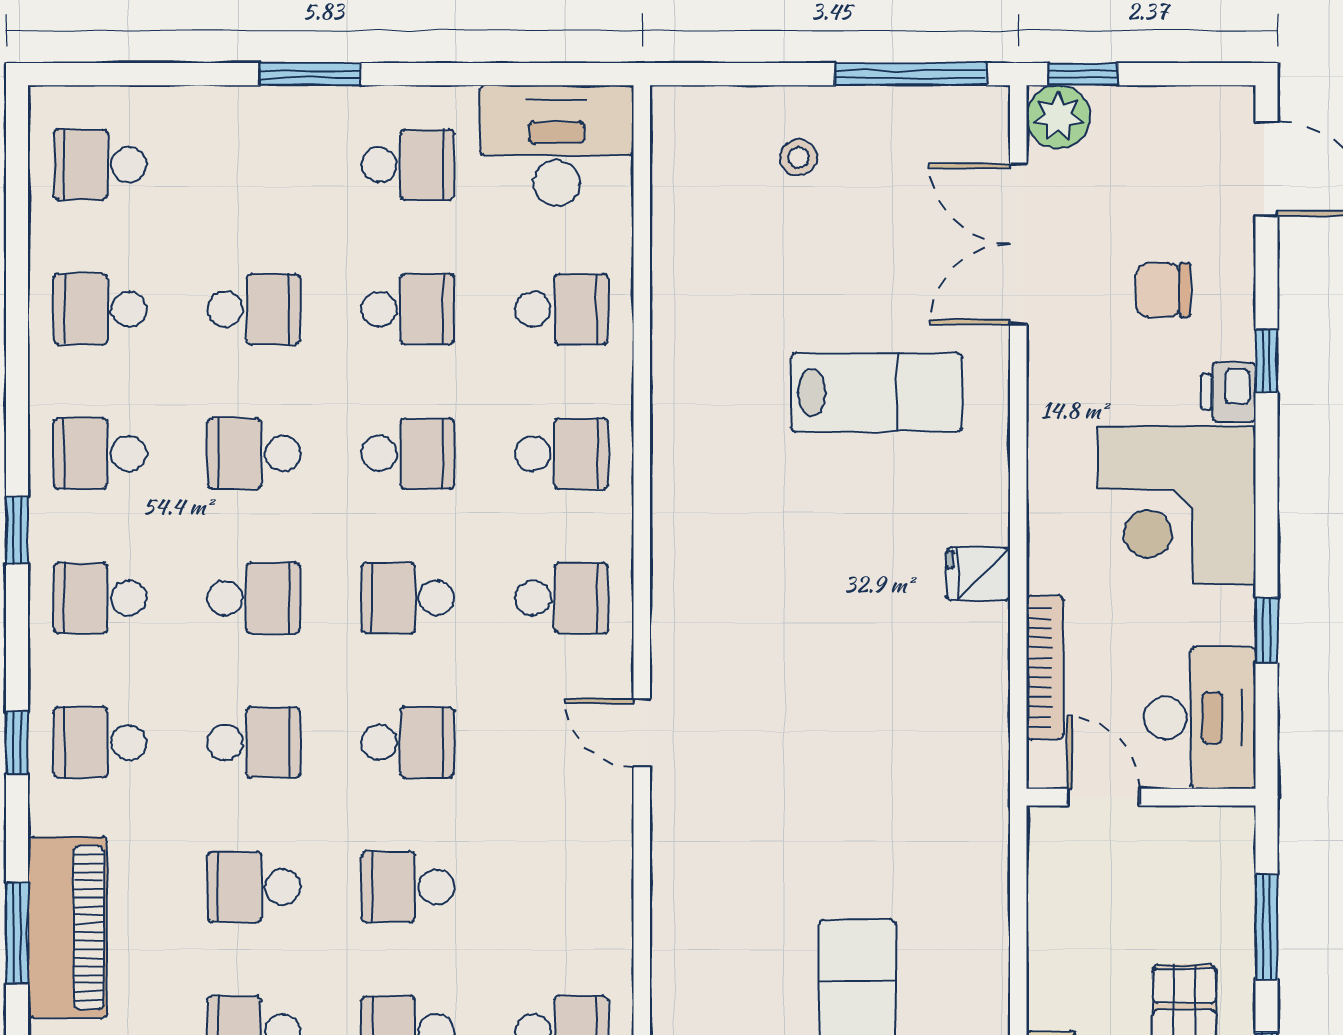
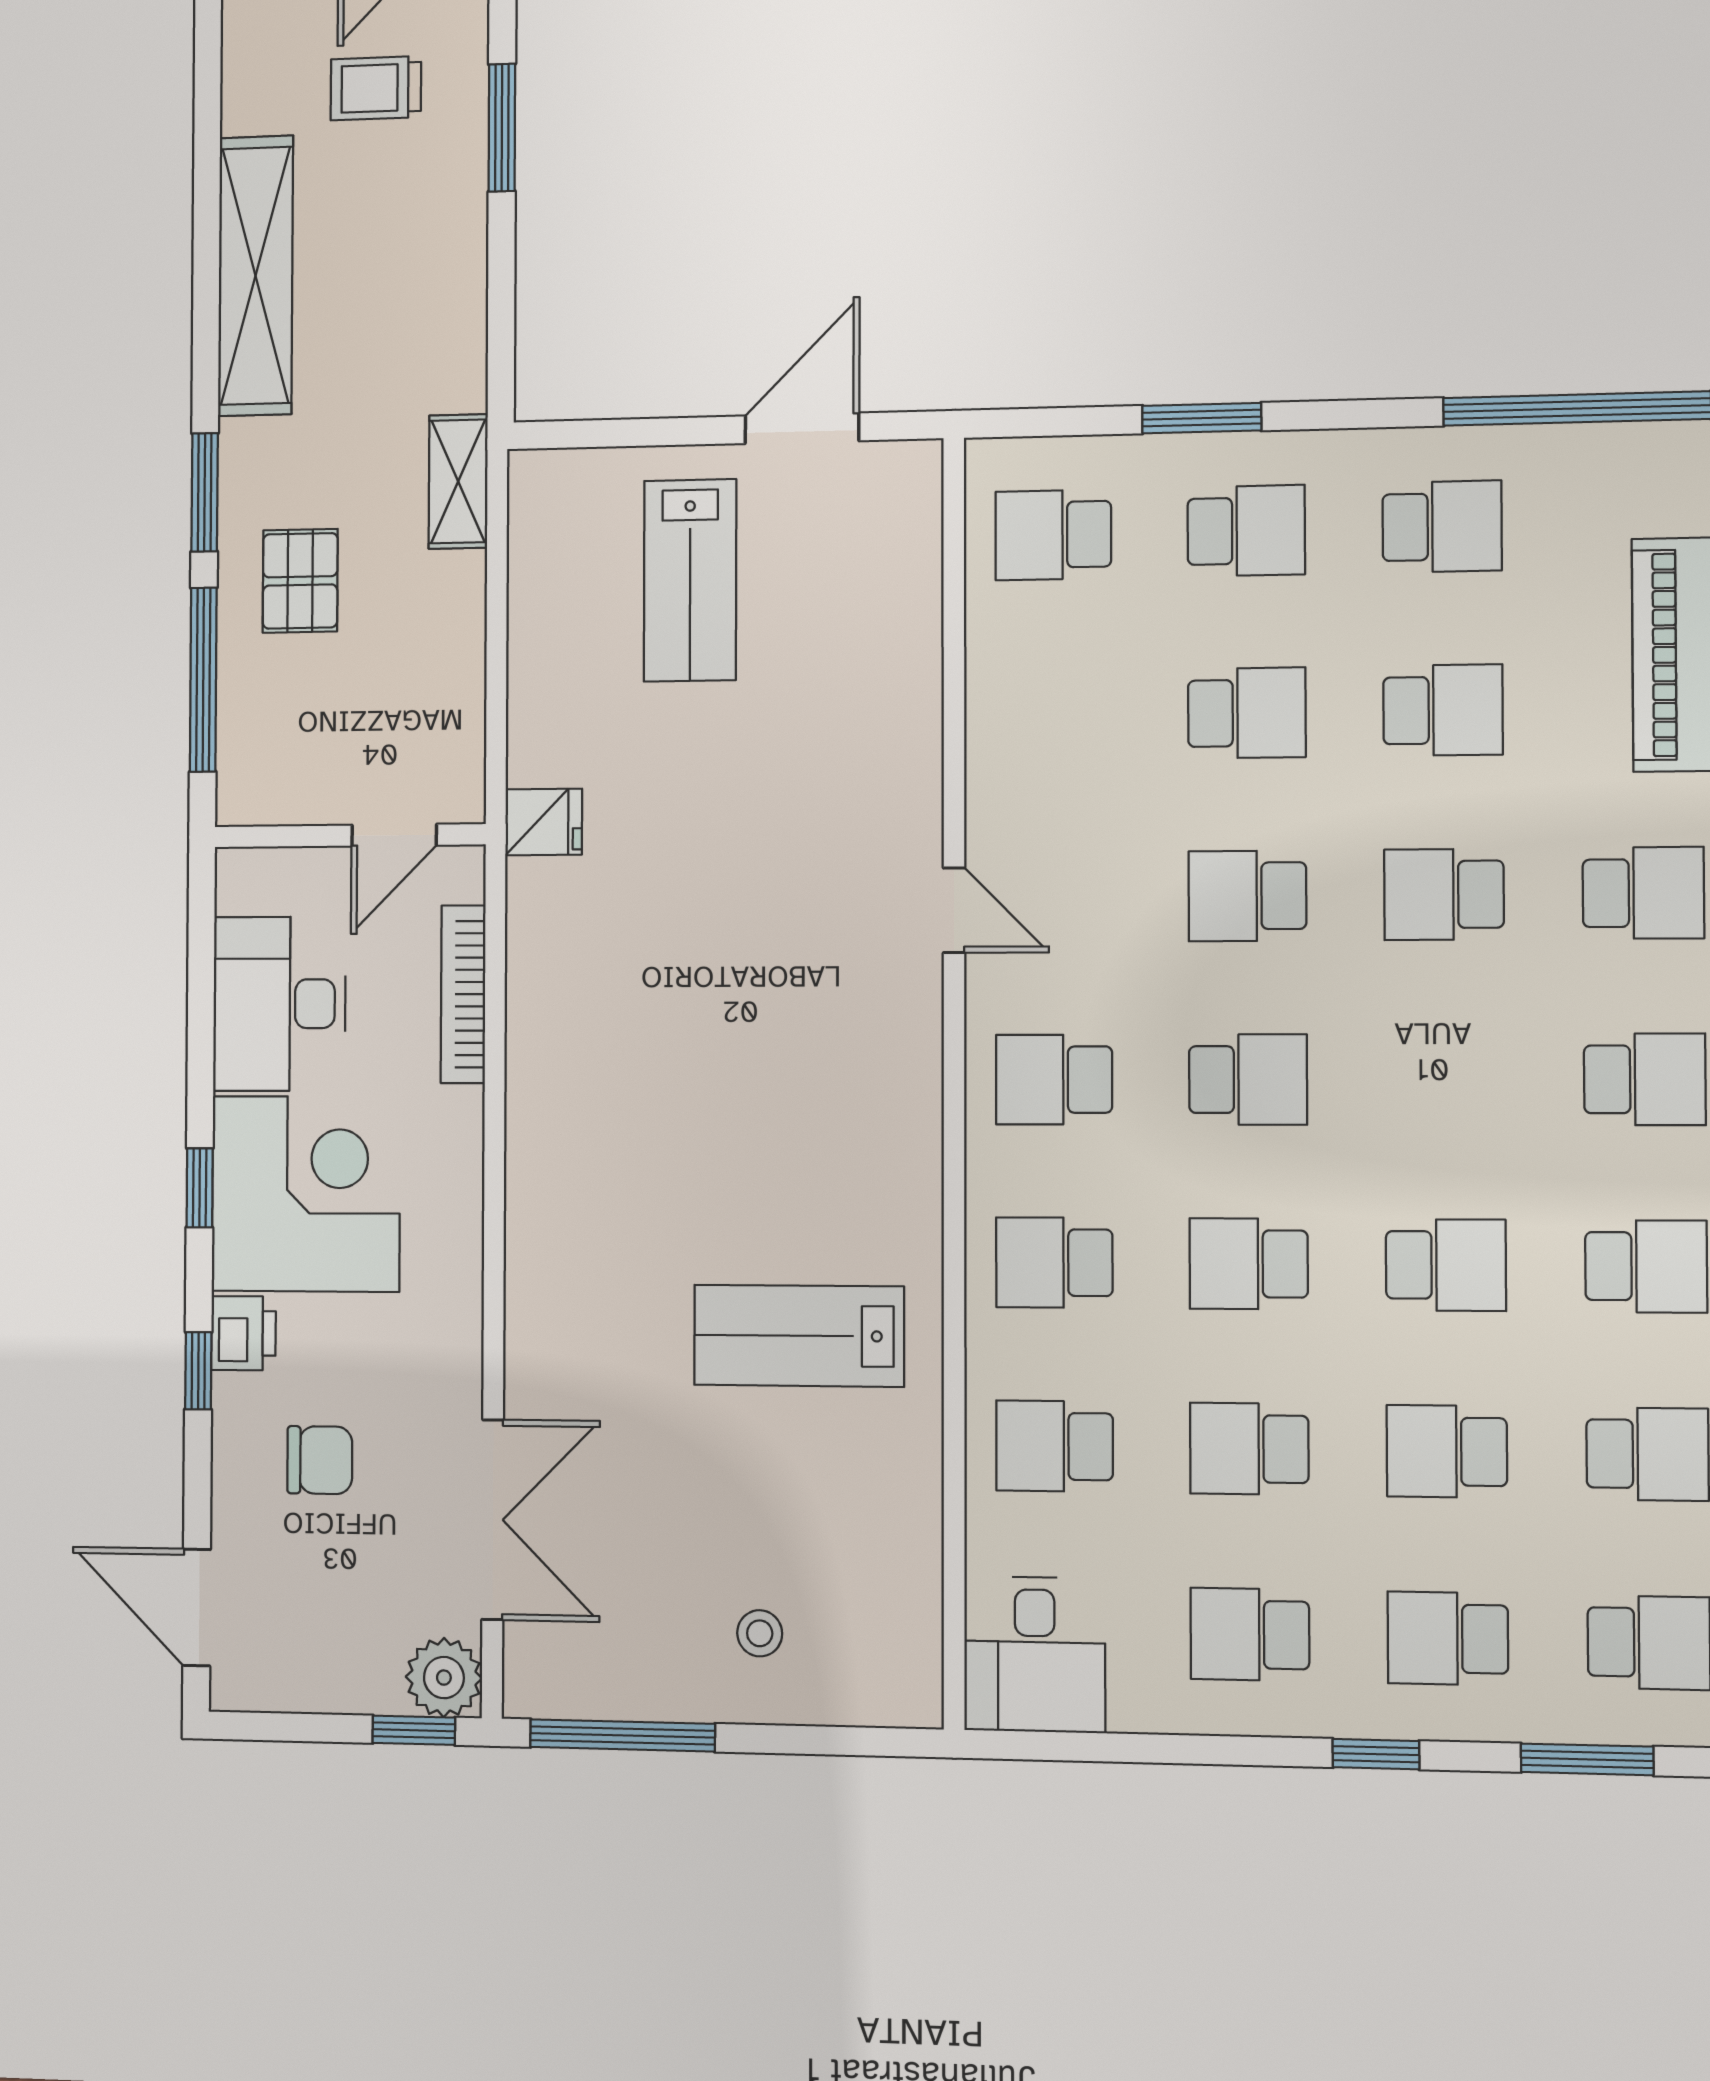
window: (148, 74) -> (1587, 1759), added
window: (310, 74) -> (1376, 1754), width x0.67
desk: (557, 145) -> (1035, 1654), width x0.73
lab bench: (877, 392) -> (799, 1336), moved
fridge: (978, 574) -> (544, 822), moved
school desk: (254, 598) -> (1448, 1638), moved
window: (1267, 630) -> (200, 1188), moved
desk: (1200, 718) -> (279, 1004), moved
door: (1103, 797) -> (394, 835), hinge flipped
window: (1267, 927) -> (203, 680), width x1.44

